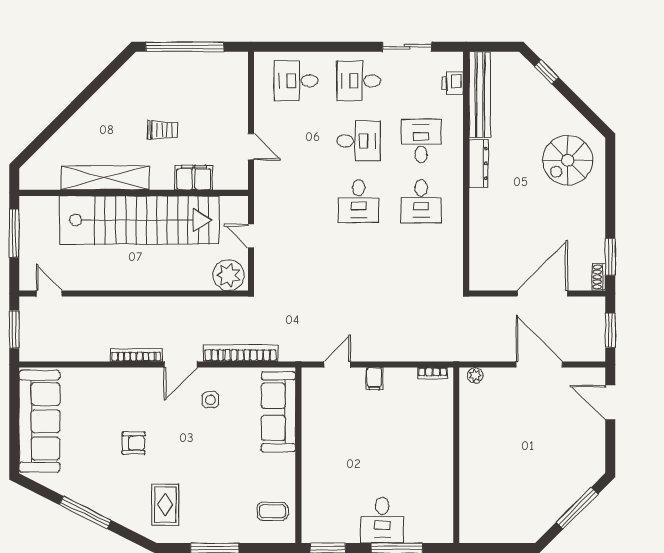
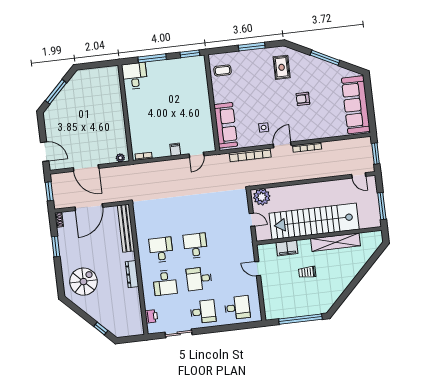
bench: (480, 95) -> (126, 228), moved
window: (610, 257) -> (56, 246), moved
desk: (382, 520) -> (135, 76), moved

